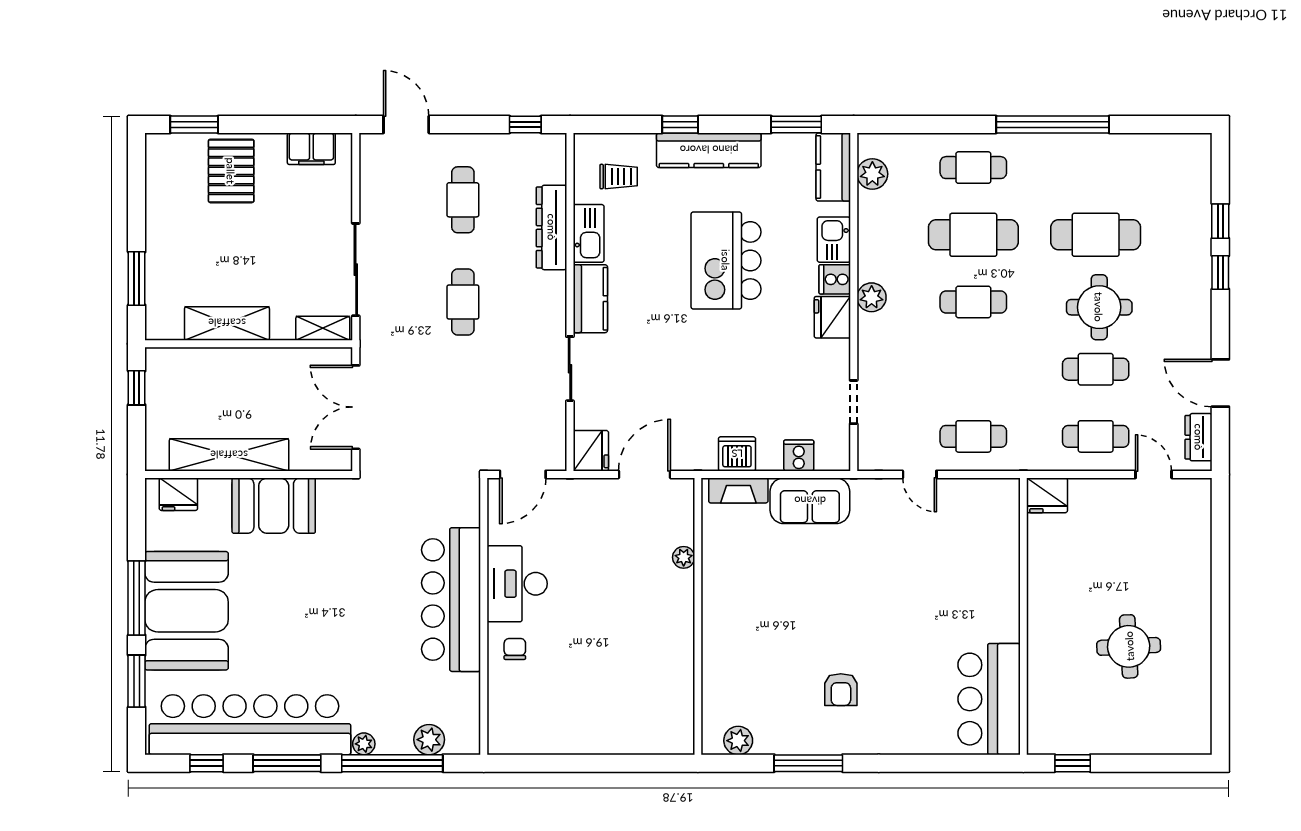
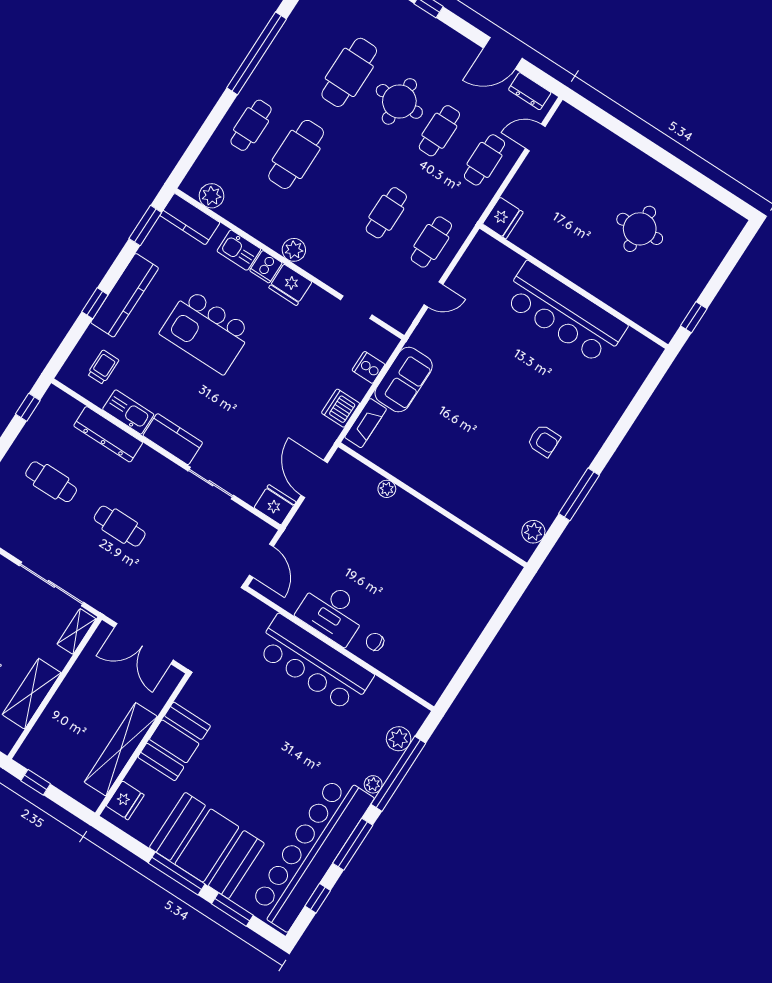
cafe table: (973, 302) -> (386, 213), moved
bar counter: (989, 699) -> (564, 313), moved, width x1.36

